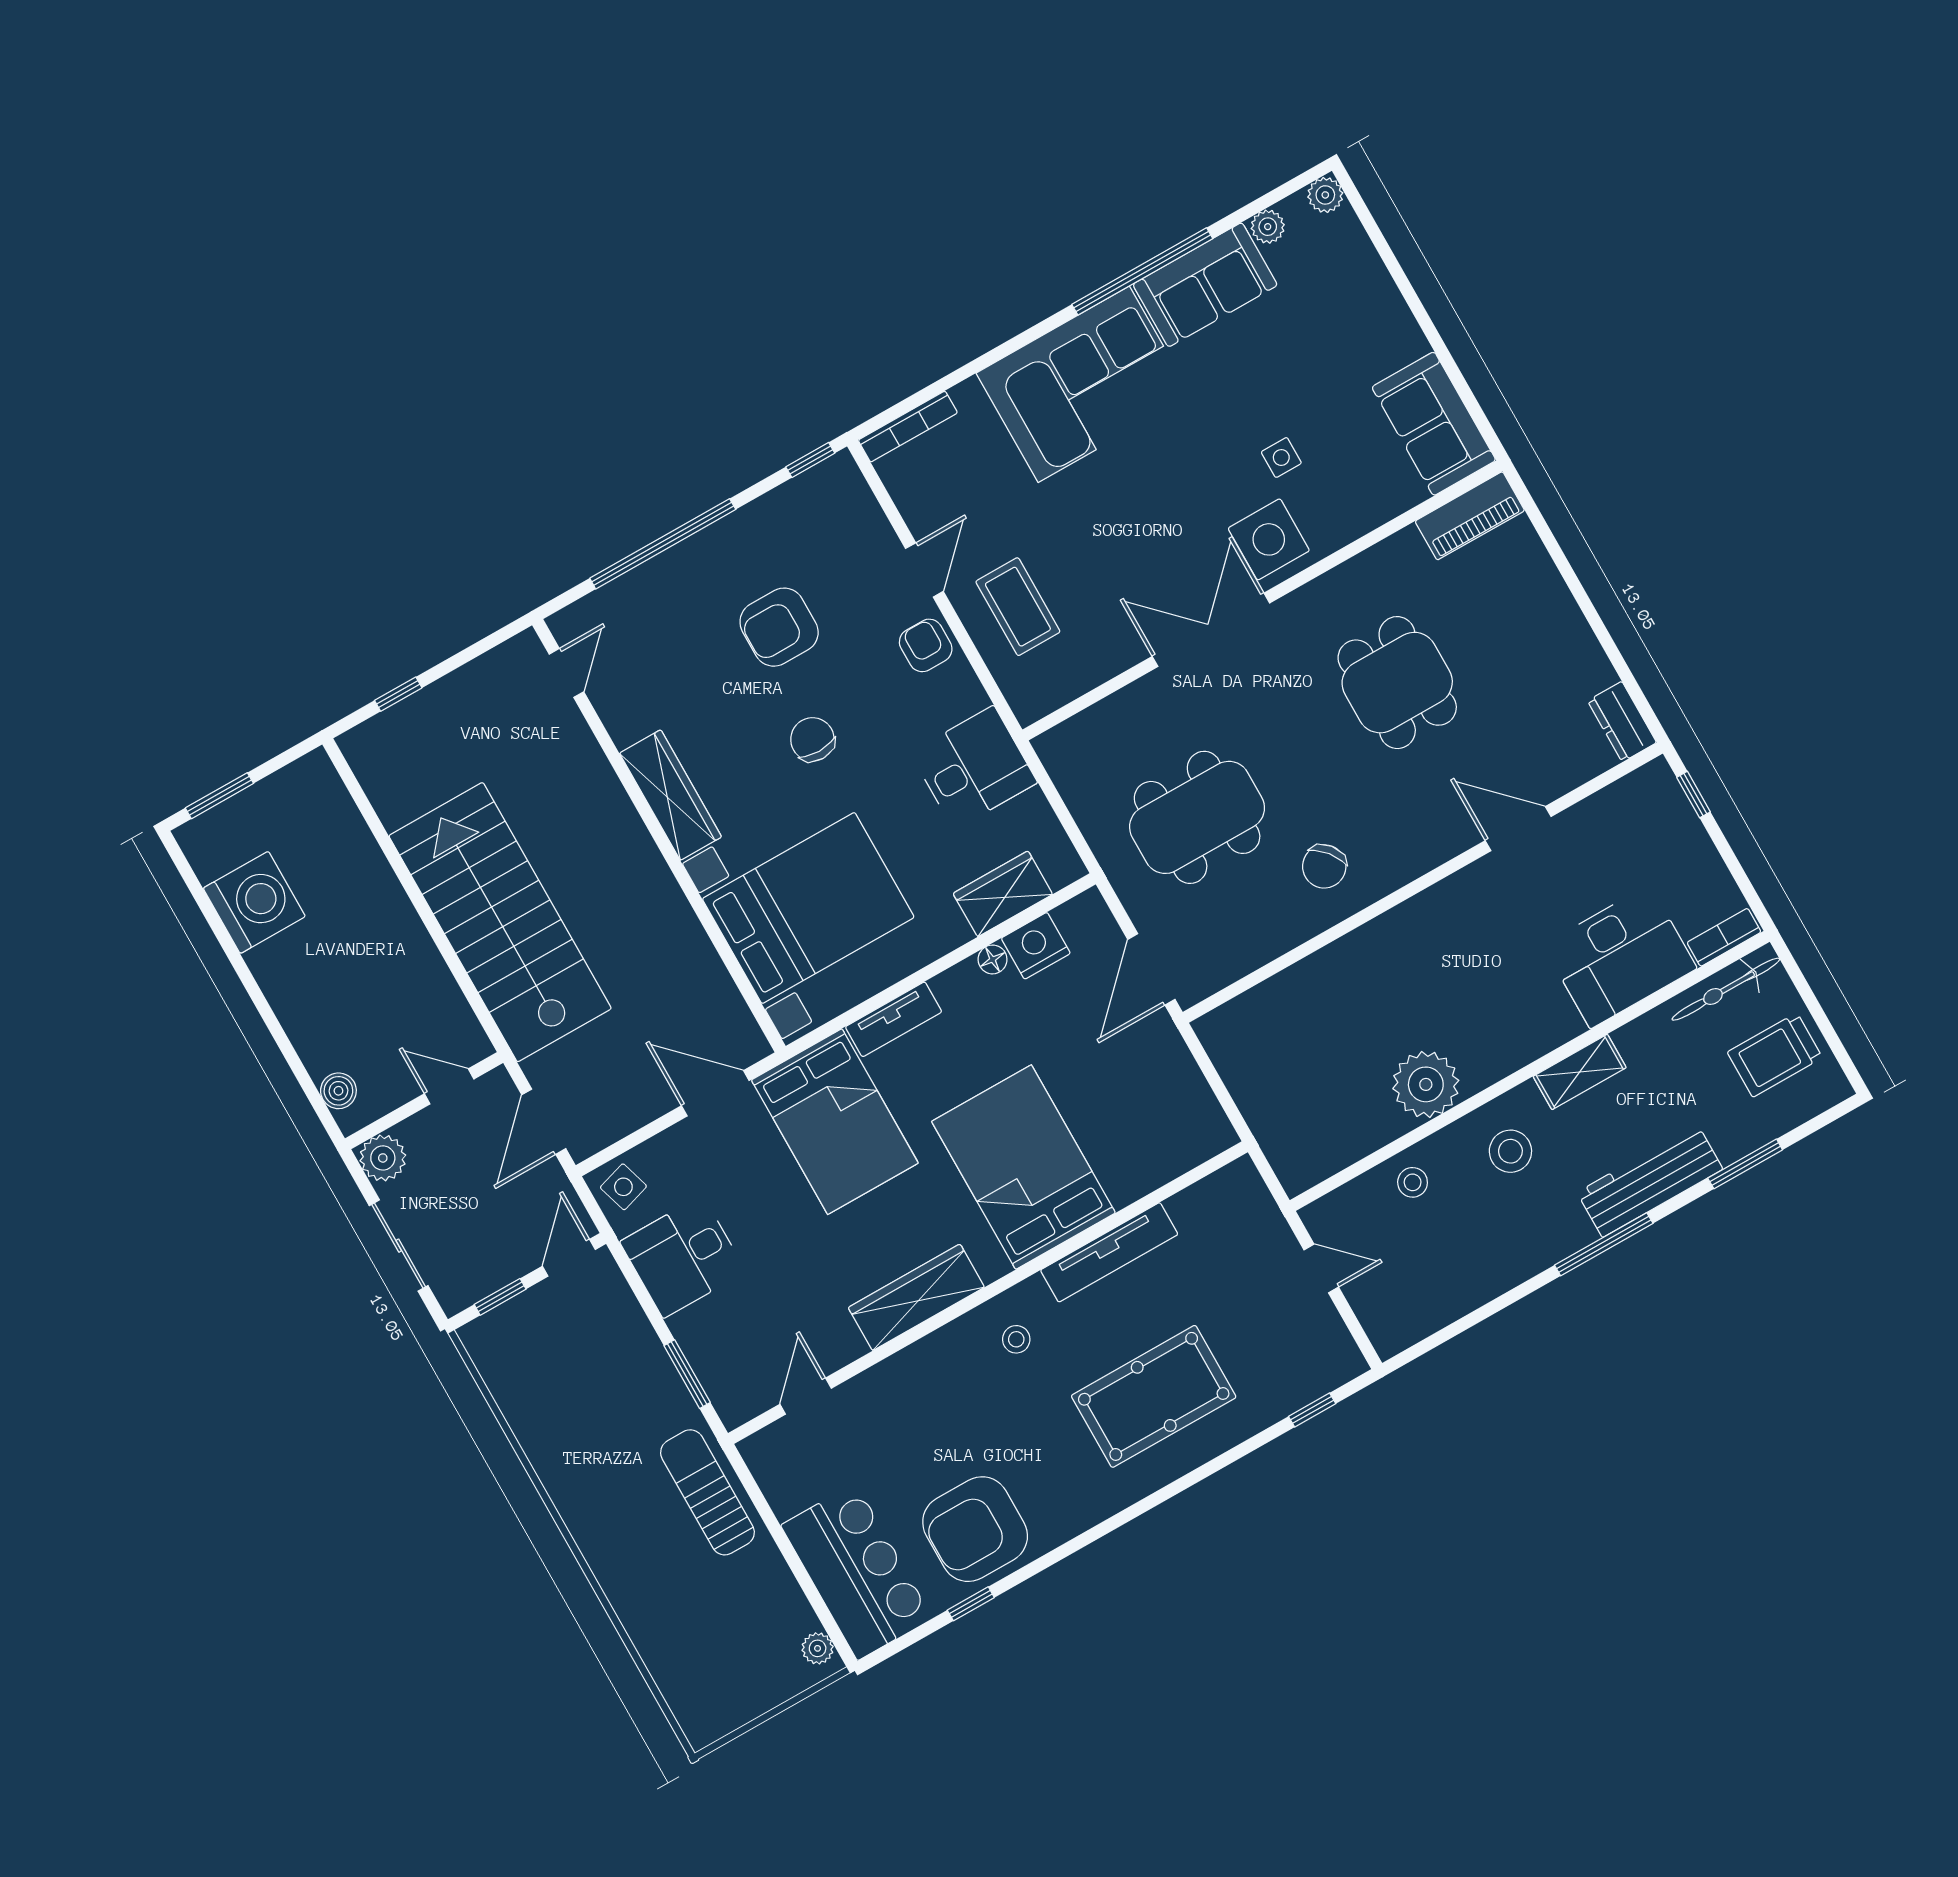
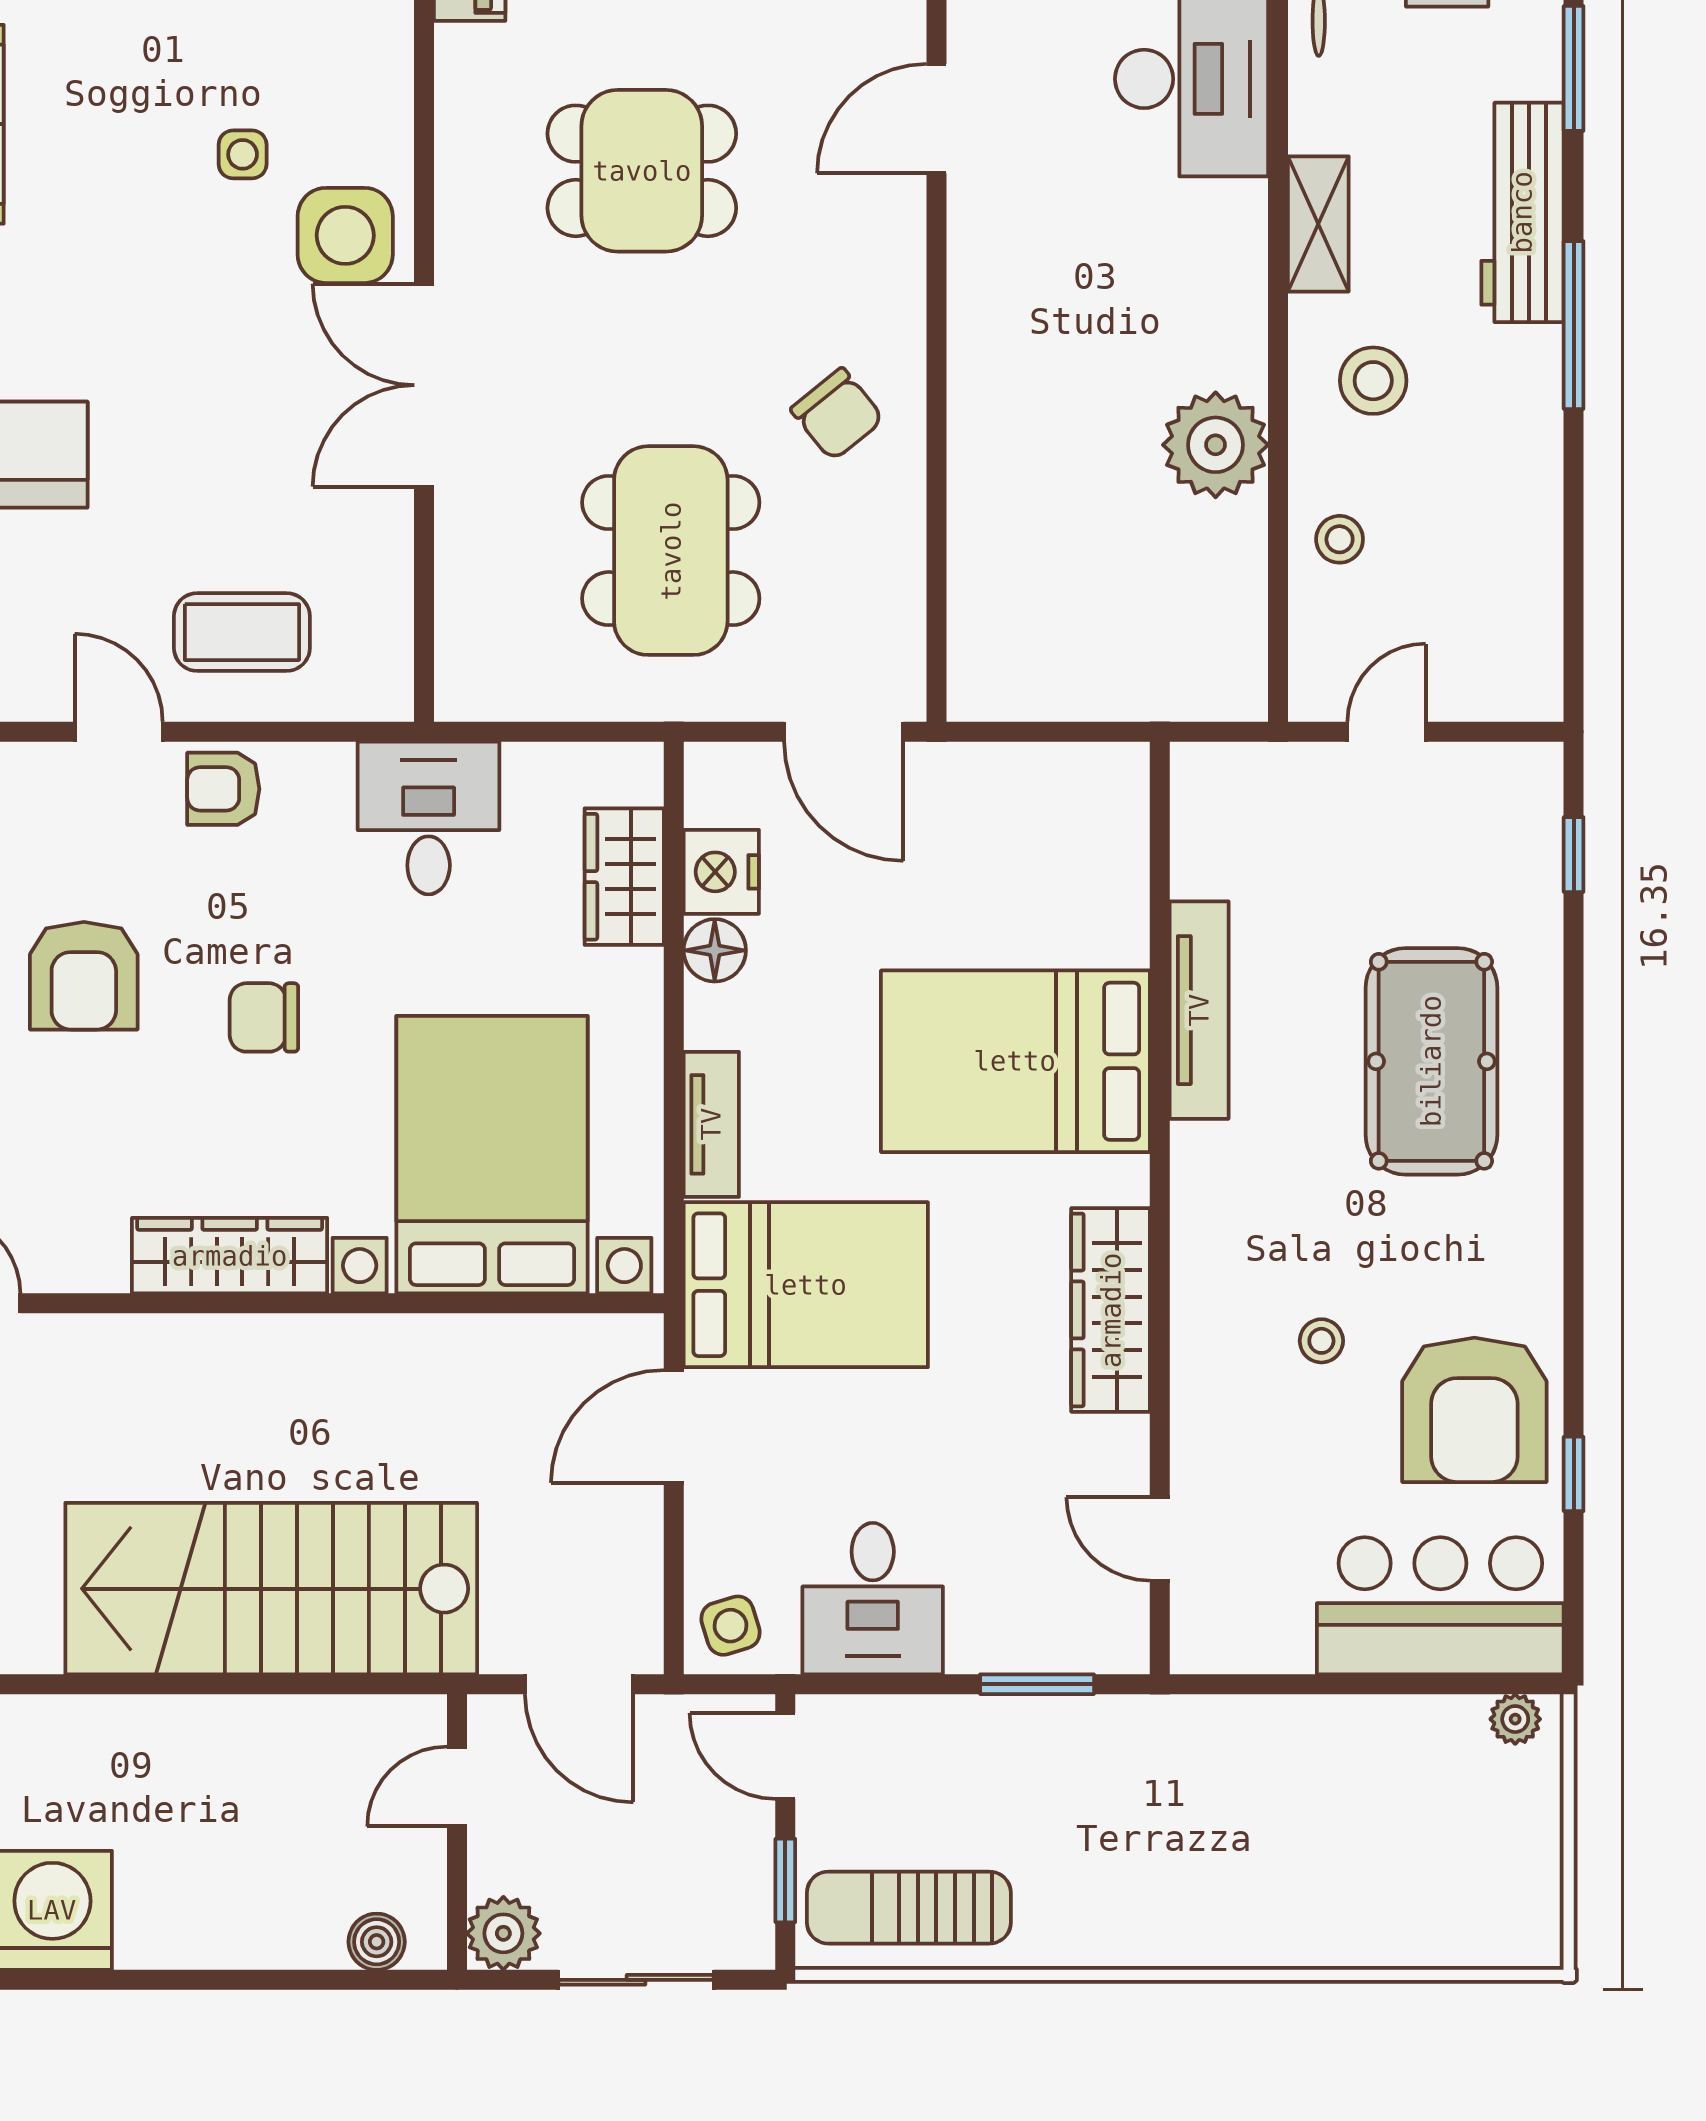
floor lamp: (993, 959) -> (715, 950), width x1.37, depth x1.37
stool: (1016, 1339) -> (1321, 1341), moved
sun lounger: (707, 1492) -> (909, 1908), moved

